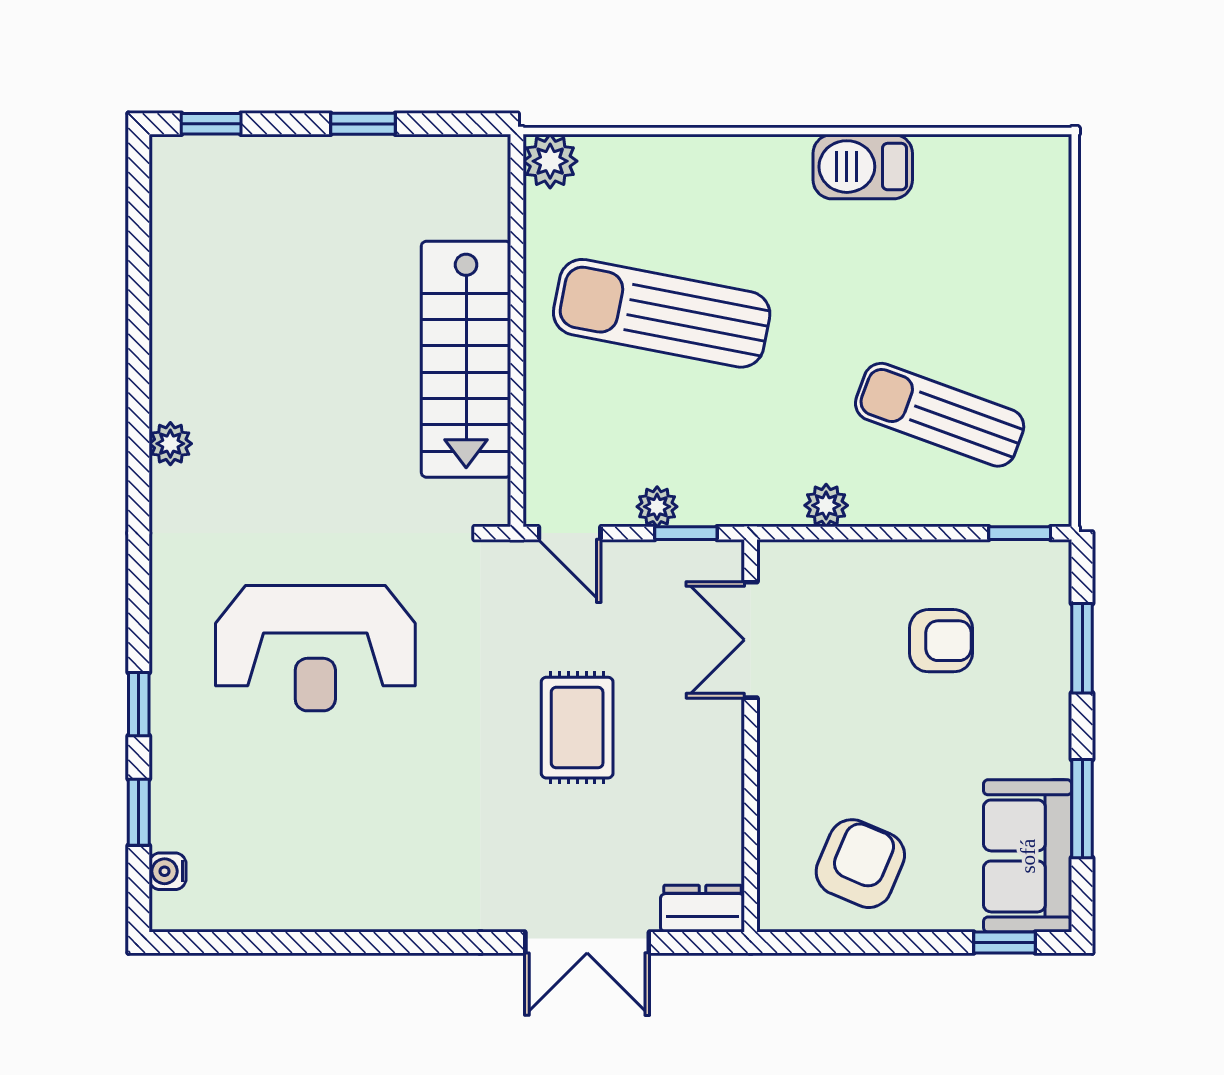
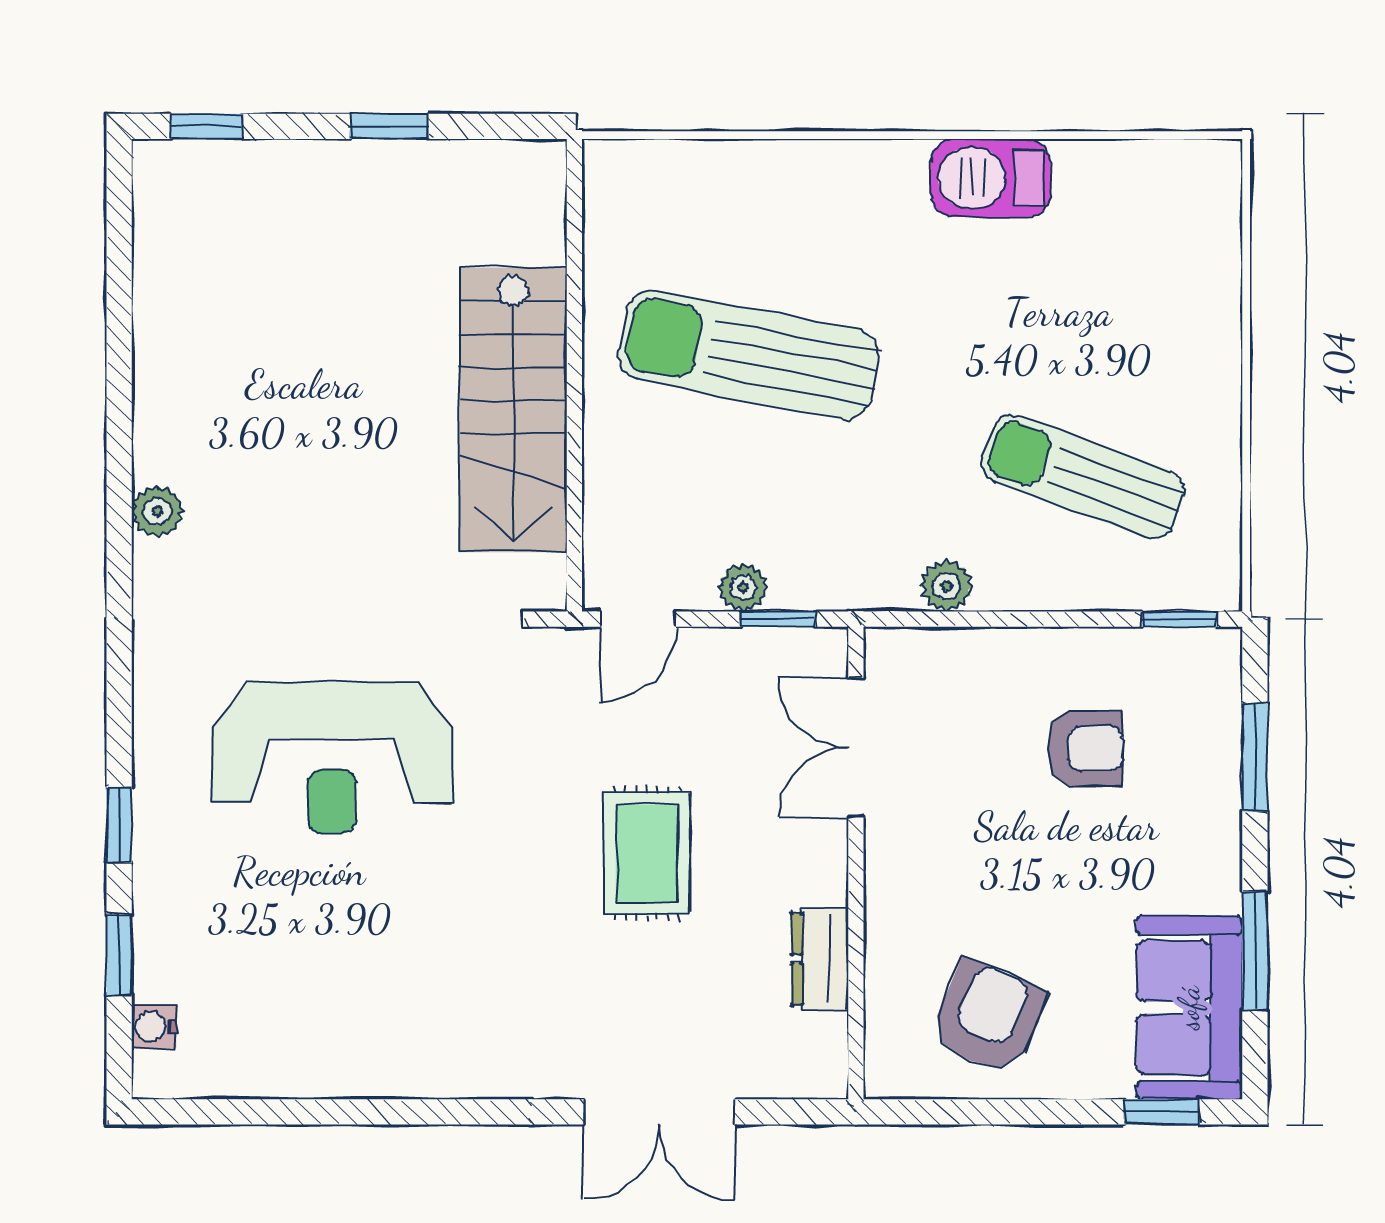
plant: (550, 161) -> (614, 171), removed
door: (570, 533) -> (638, 619), hinge flipped
dresser: (703, 909) -> (820, 959), moved, turned -90

